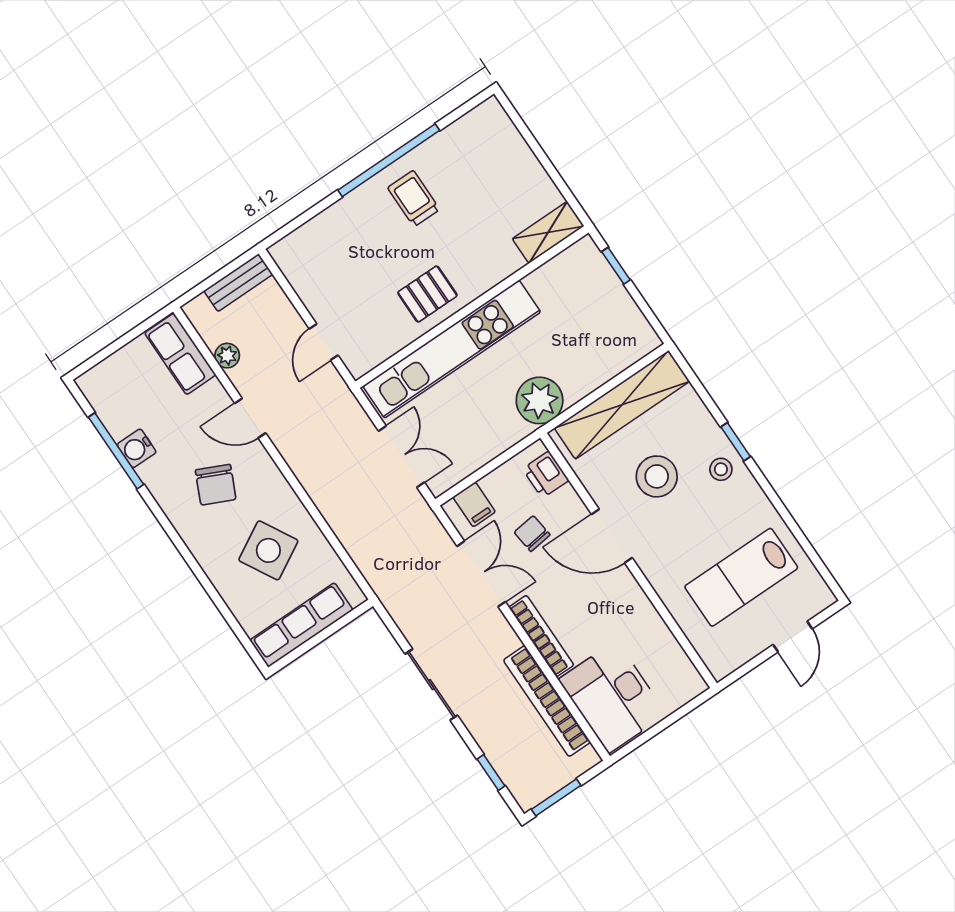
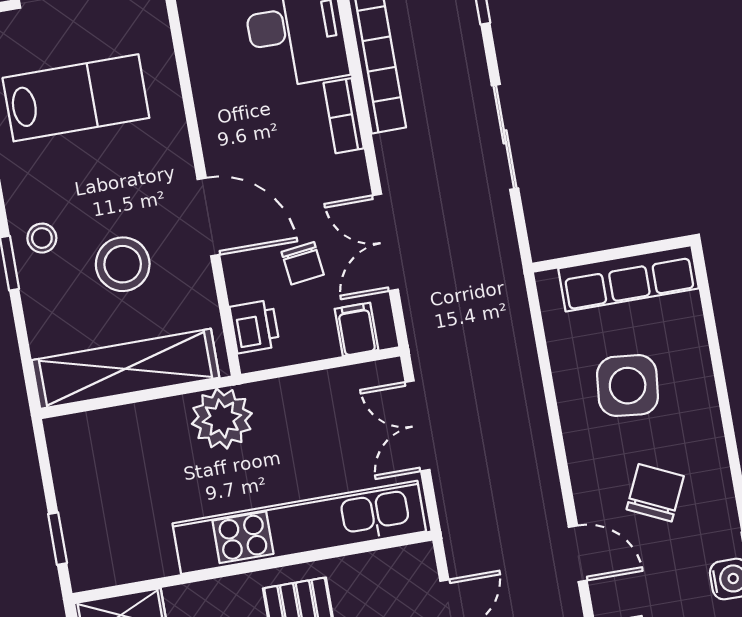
side table: (268, 550) -> (628, 386), turned 35
bookcase: (541, 636) -> (344, 116), width x0.64

